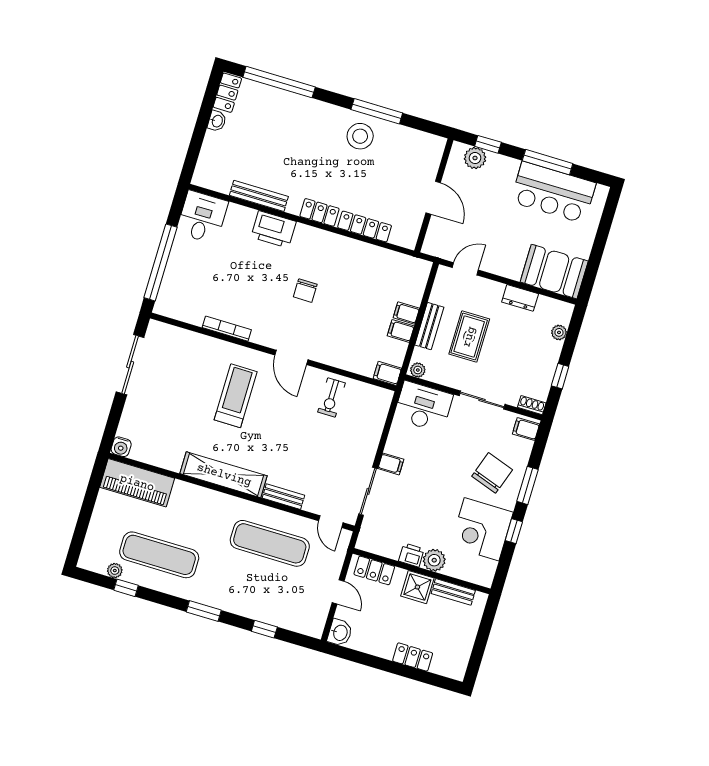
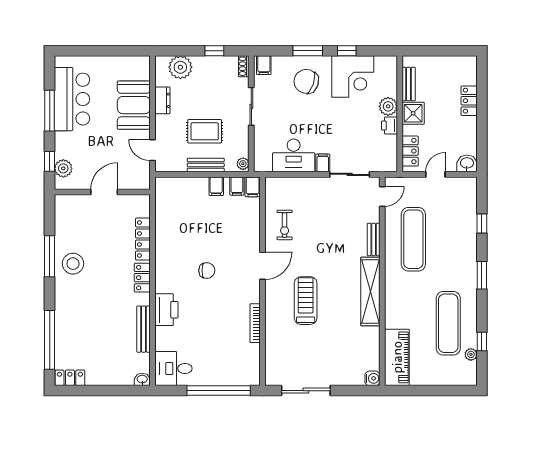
washbasin: (217, 121) -> (142, 379), moved
booth: (554, 272) -> (134, 105), moved
filing cabinet: (406, 313) -> (237, 186), moved
plant: (559, 332) -> (180, 67), width x1.88, depth x1.88
treadmill: (236, 396) -> (306, 301), turned 90
exercise bike: (331, 397) -> (285, 225), turned 90
desk: (423, 407) -> (294, 155), moved, turned -90

